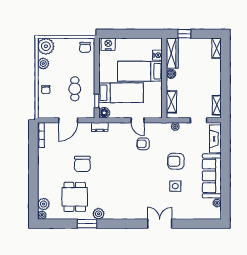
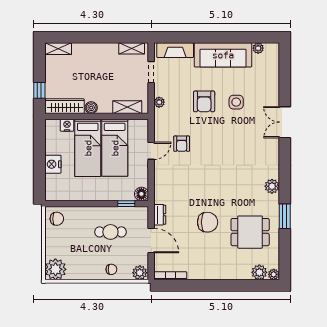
nightstand: (108, 44) -> (53, 164), moved
plant: (43, 64) -> (140, 273), moved
bed: (121, 93) -> (115, 148), moved, turned 180
dresser: (100, 127) -> (160, 215), moved
plant: (99, 214) -> (272, 186), moved

